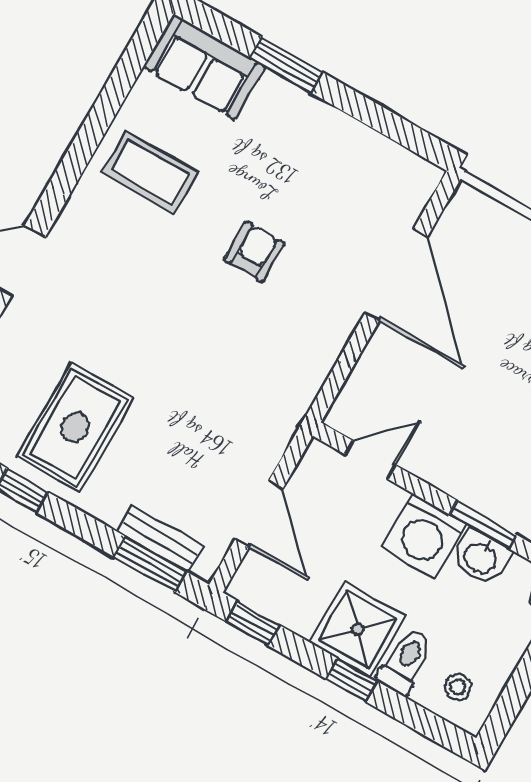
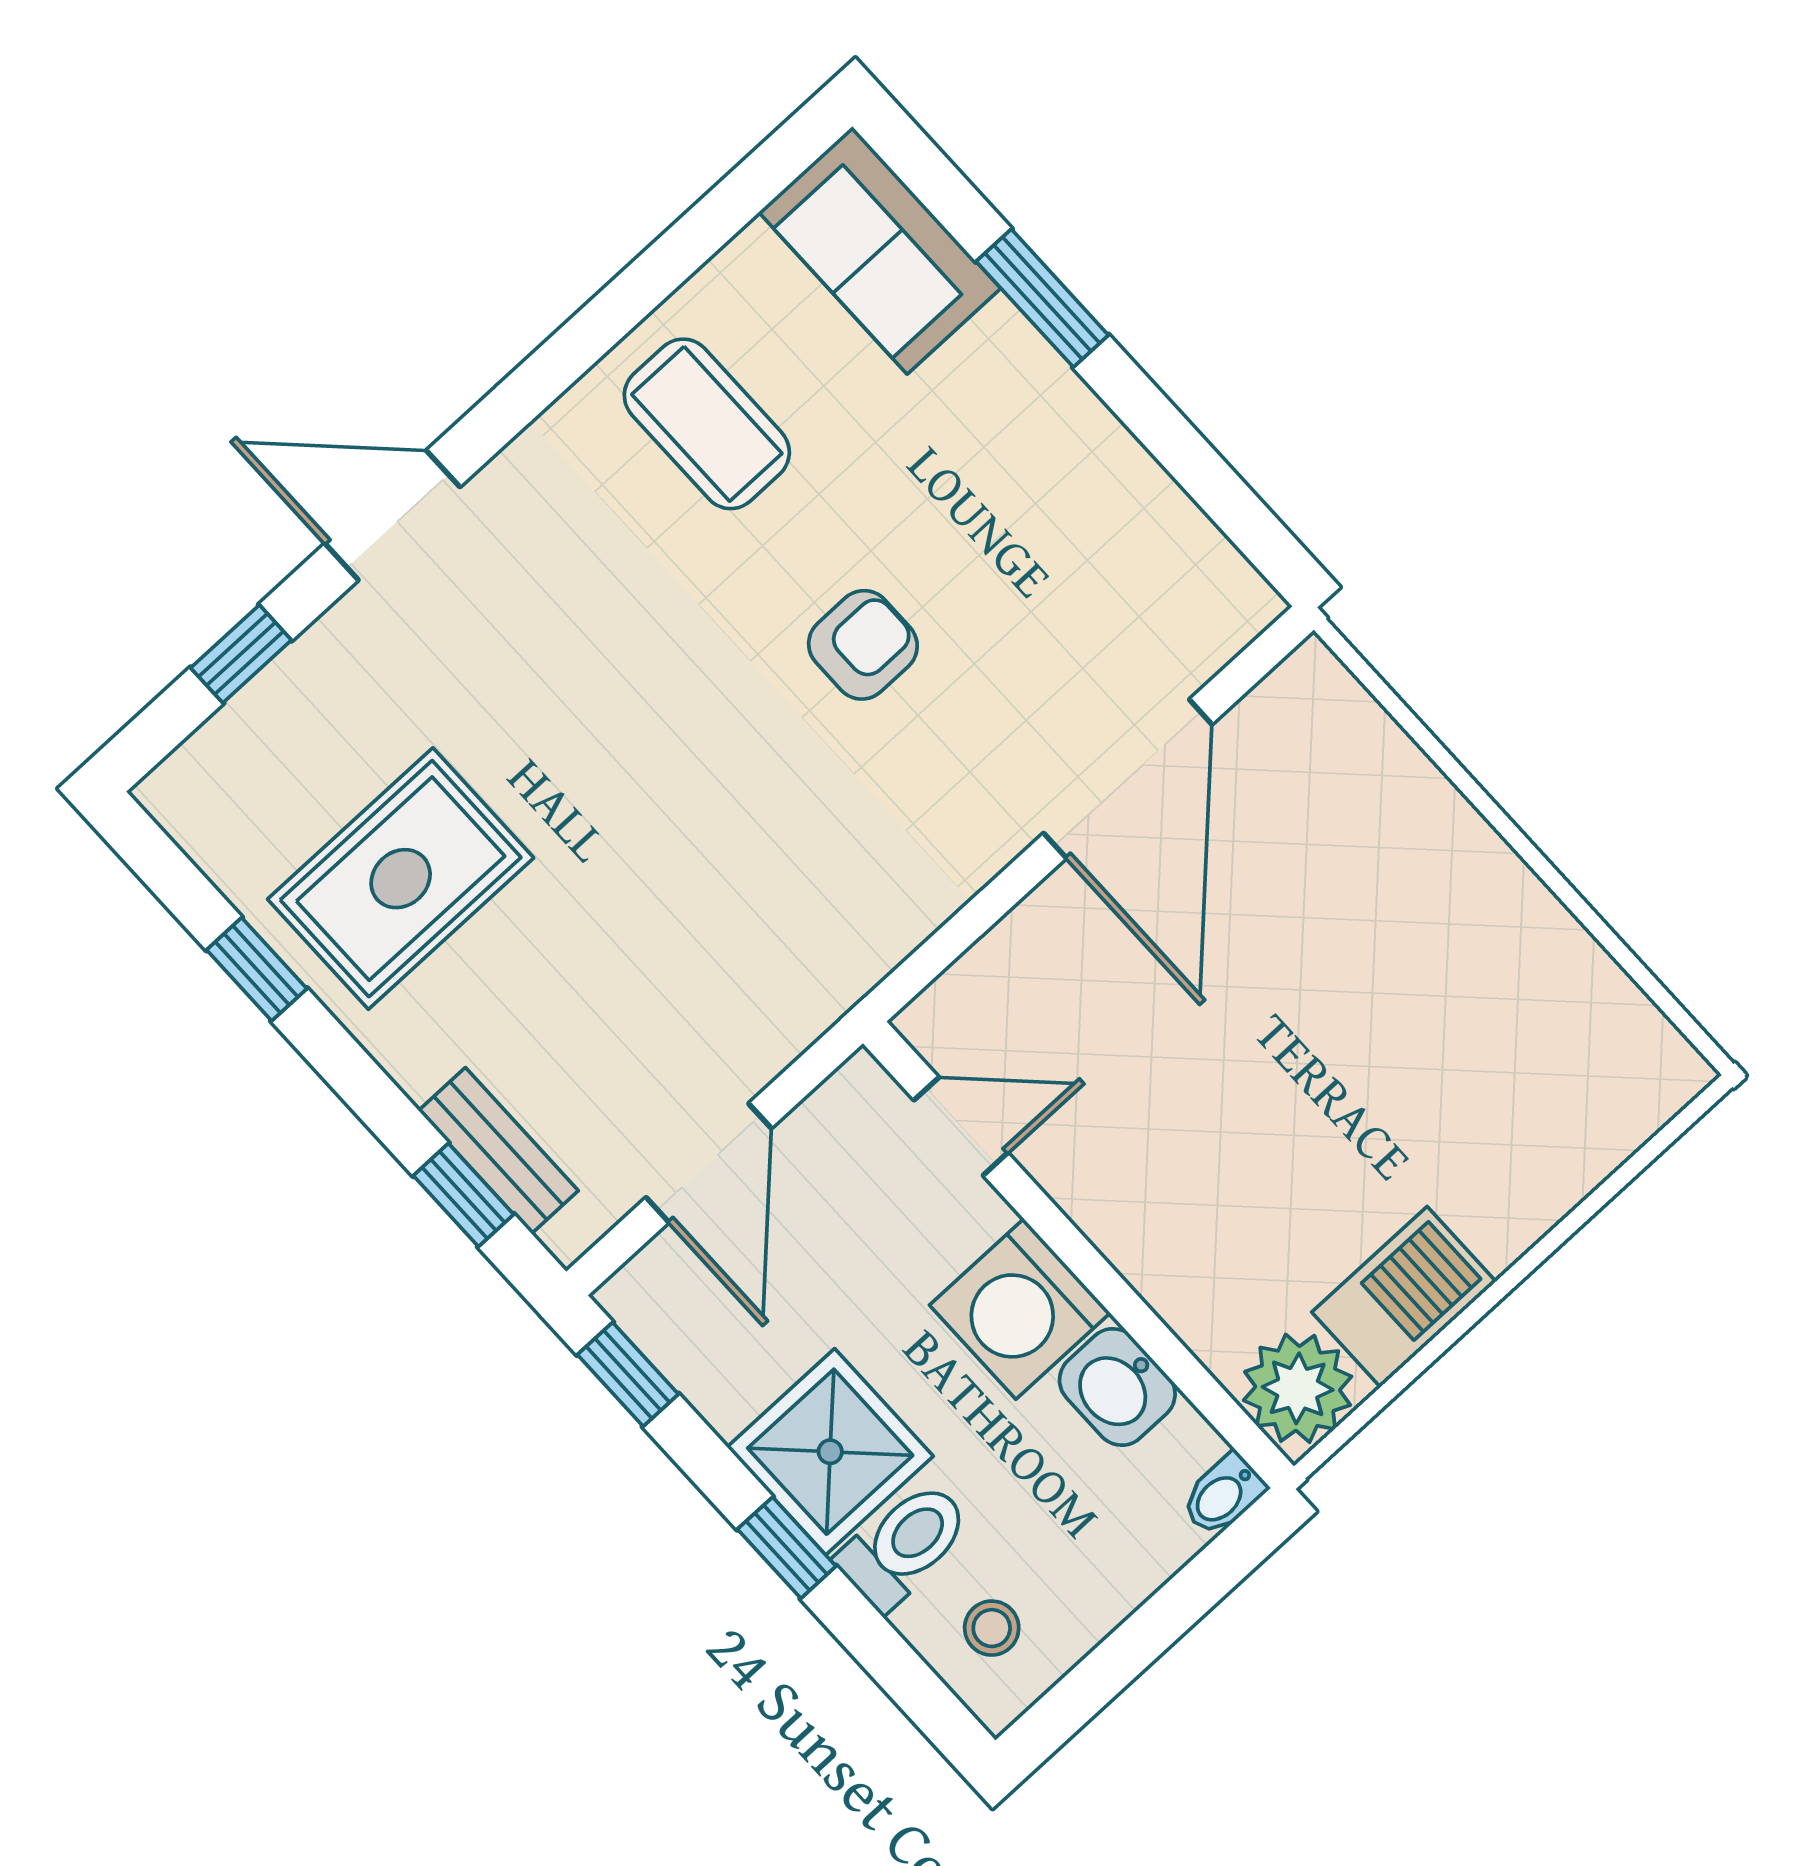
window: (483, 524) -> (1142, 1324), removed
window: (150, 564) -> (463, 1195), width x0.67

